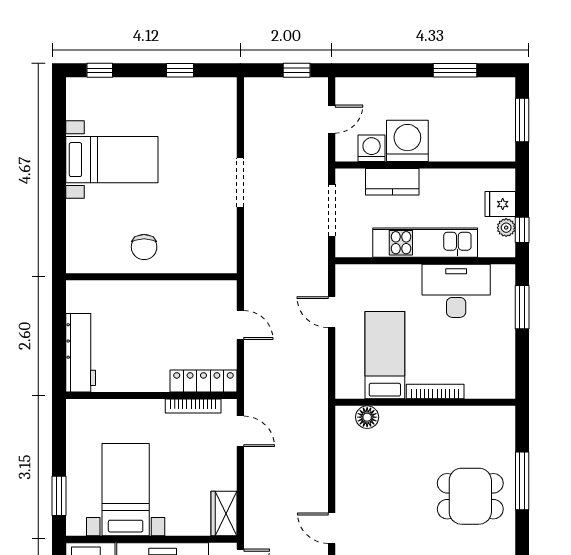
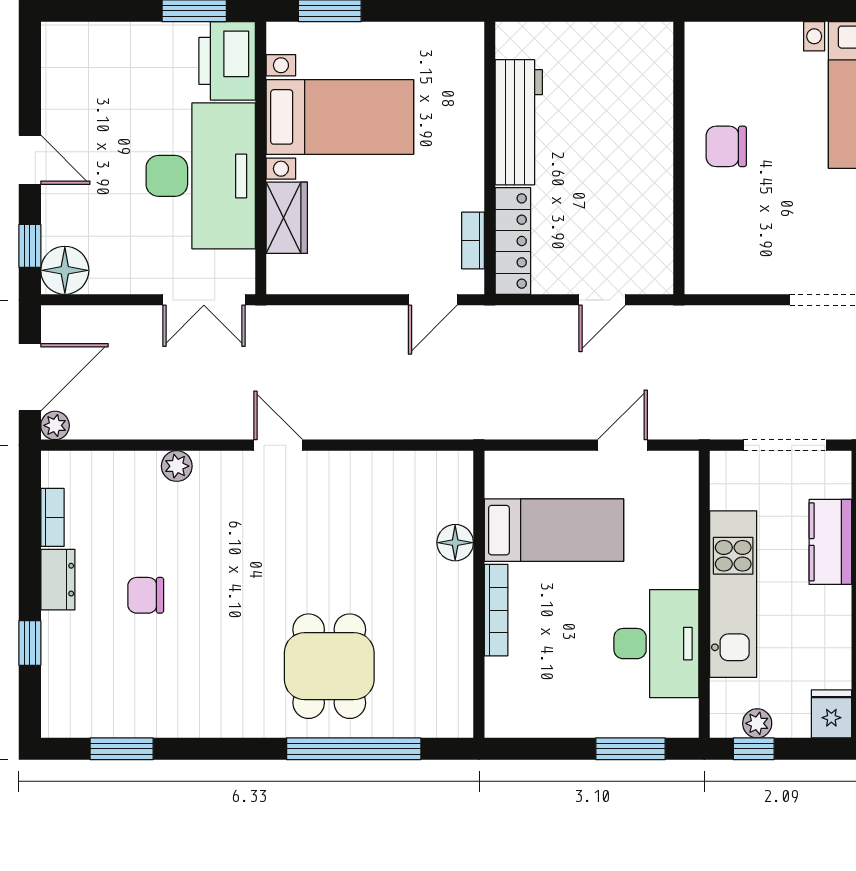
fridge: (500, 204) -> (831, 714), moved
workbench: (81, 353) -> (519, 122), moved, turned -90
bookcase: (193, 406) -> (473, 241), width x0.64
floor lamp: (367, 417) -> (455, 543), moved
window: (522, 481) -> (354, 749), width x1.46
wardrobe: (224, 513) -> (287, 218), moved, turned 90
door: (332, 528) -> (278, 445), hinge flipped

